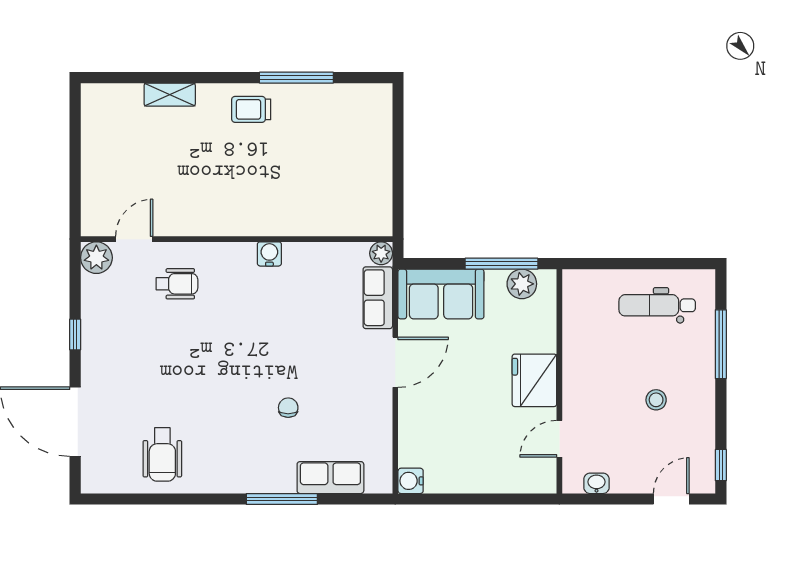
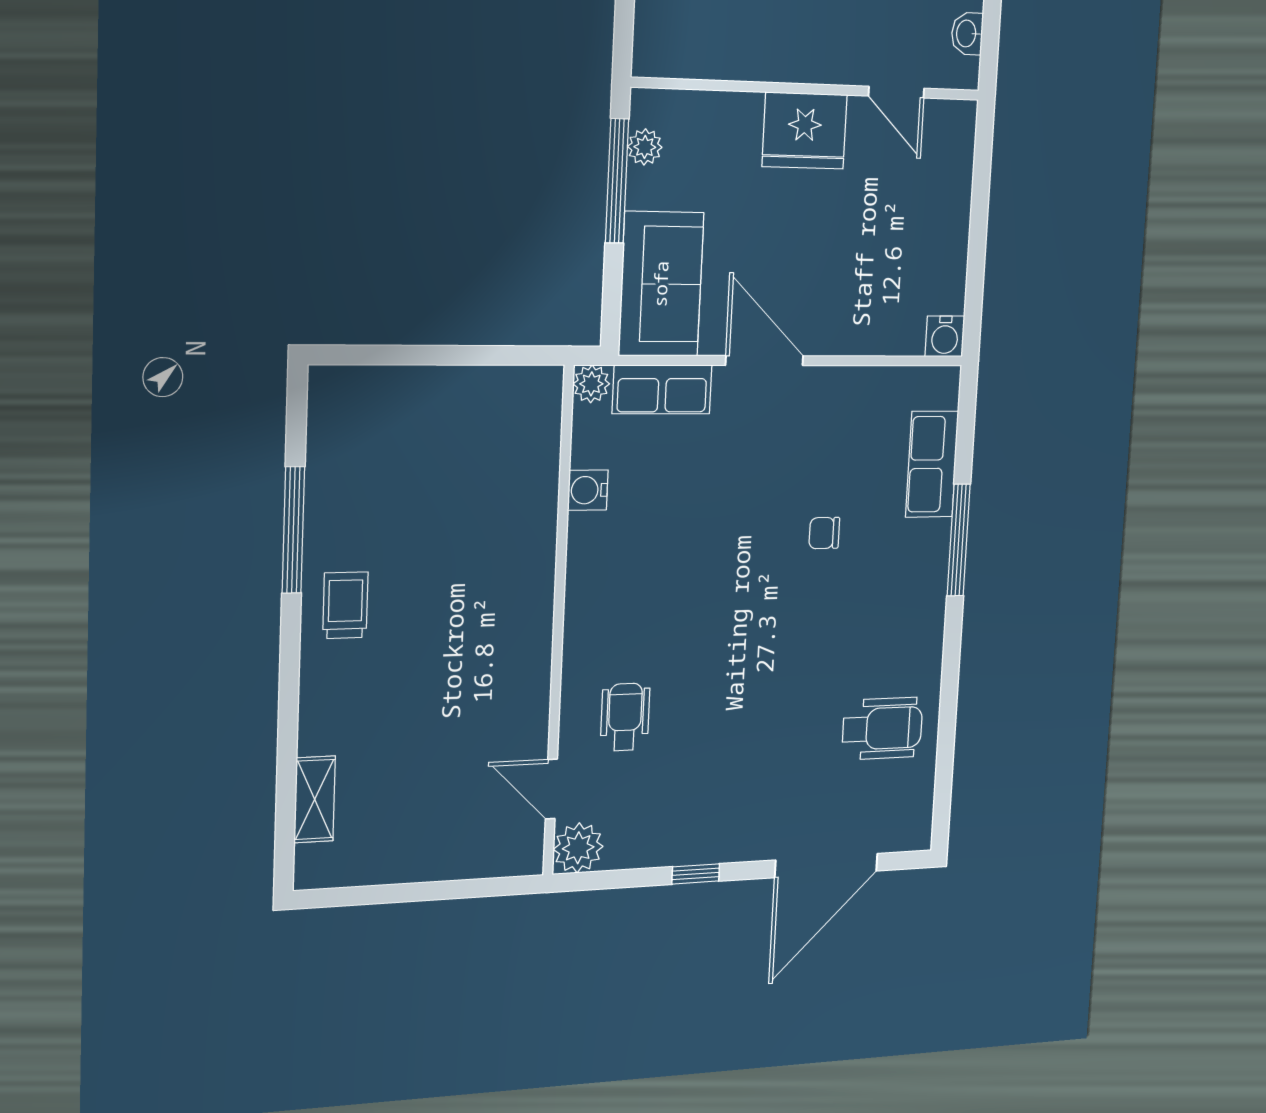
shelving: (170, 95) -> (315, 799), moved
trolley: (251, 109) -> (345, 605), turned 180
water cooler: (269, 254) -> (588, 490), moved
plant: (522, 284) -> (645, 147), width x0.73, depth x0.73

